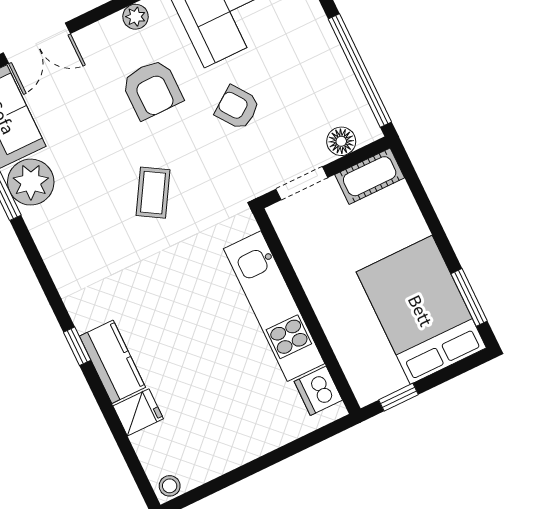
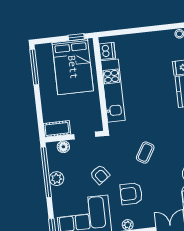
plant: (331, 64) -> (57, 179), added
armchair: (152, 89) -> (131, 194), turned -90
window: (469, 297) -> (34, 67), width x1.44
bed: (421, 310) -> (73, 67), moved

